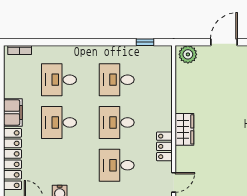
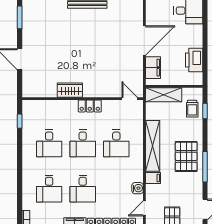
plant: (188, 54) -> (29, 88), removed
wardrobe: (184, 129) -> (70, 90), moved
locker: (164, 146) -> (90, 106), moved

